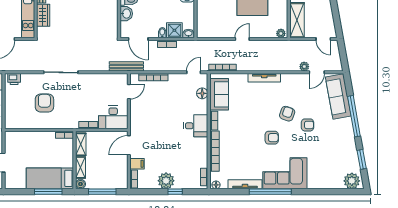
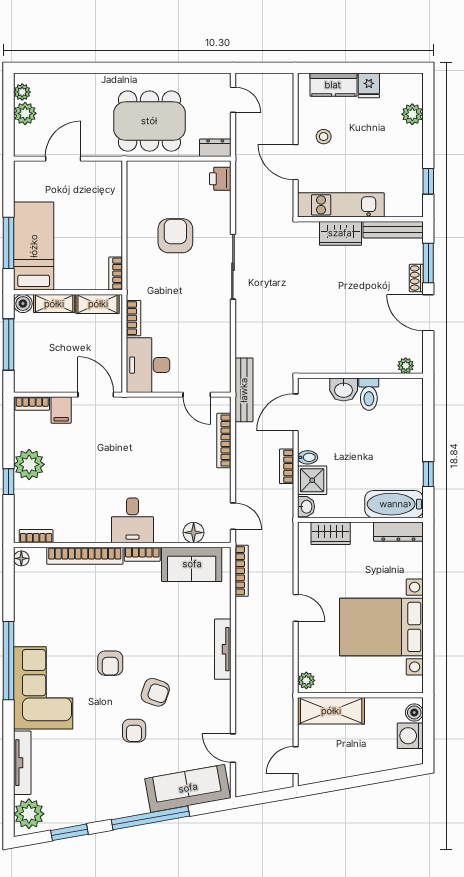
wardrobe: (203, 20) -> (331, 533), added
plant: (304, 67) -> (244, 724), removed
armchair: (44, 103) -> (175, 236), turned -90
tv unit: (245, 184) -> (22, 763), moved

